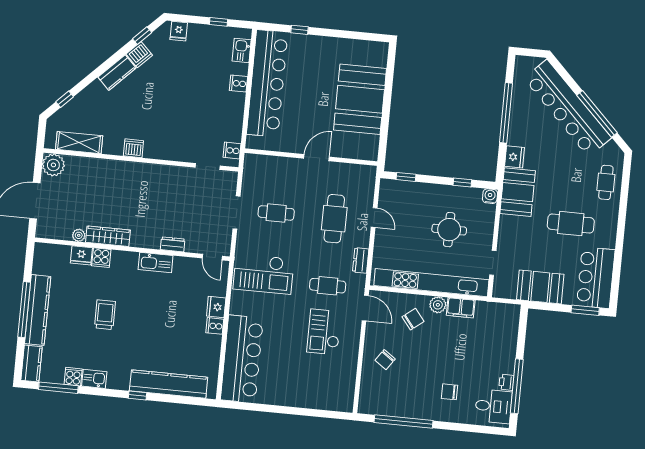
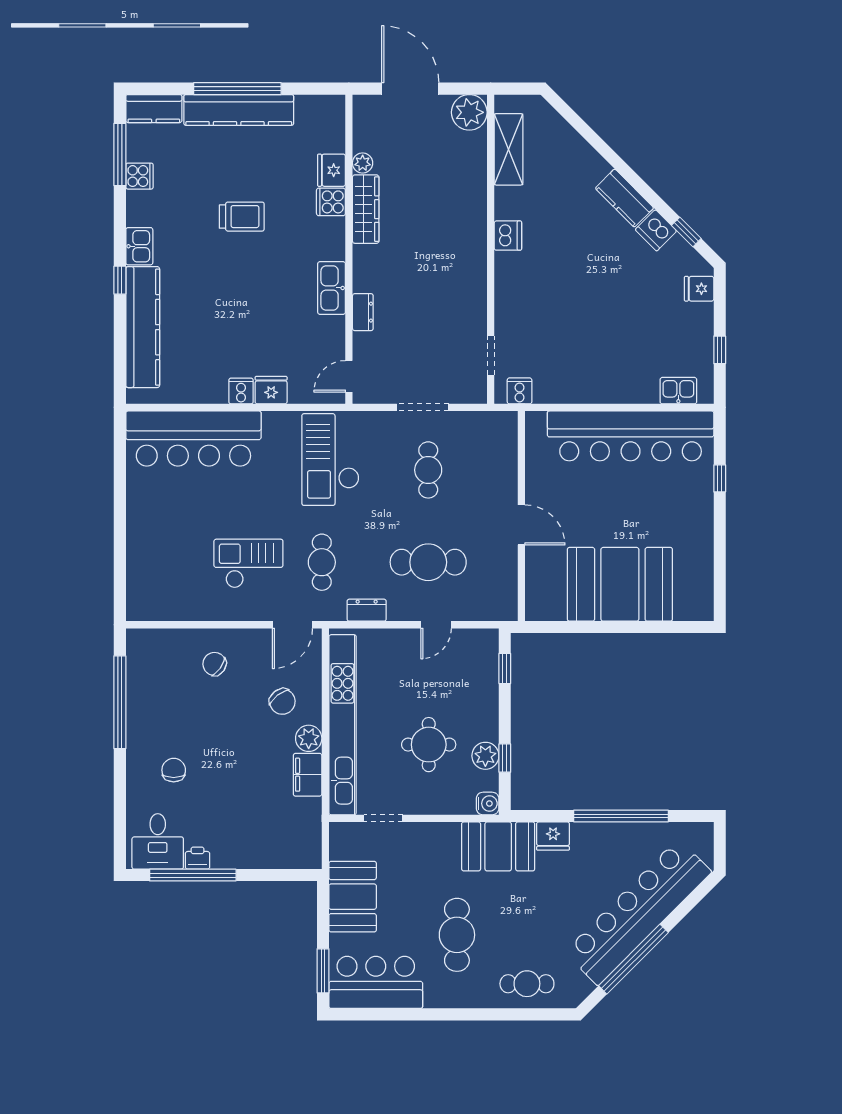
cooker: (238, 83) -> (626, 391), removed
window: (65, 99) -> (574, 120), removed
plant: (460, 195) -> (485, 756), added
kitchen sink: (94, 379) -> (139, 246), moved

